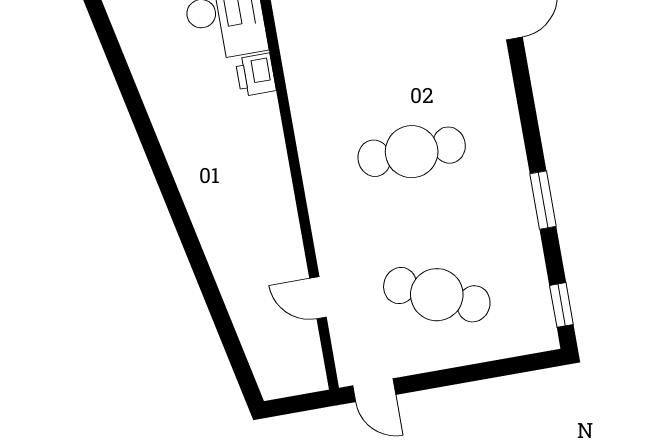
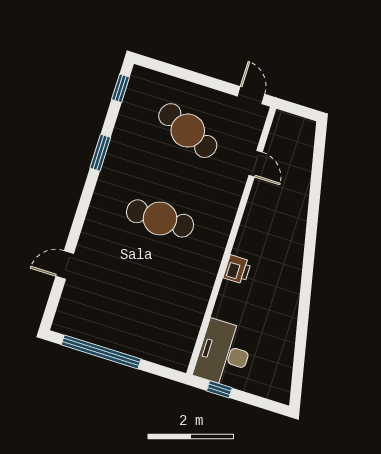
printer: (256, 75) -> (237, 270), moved

